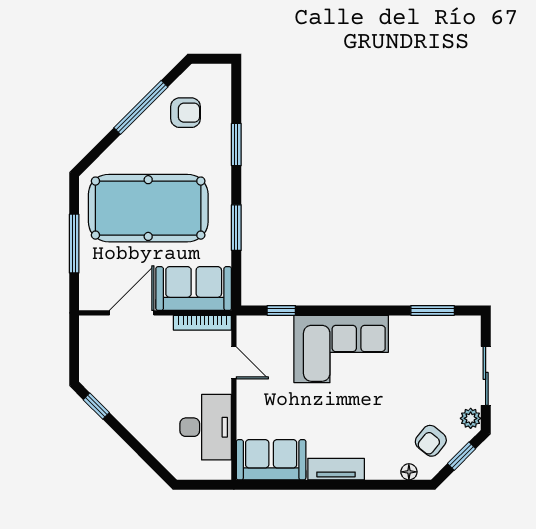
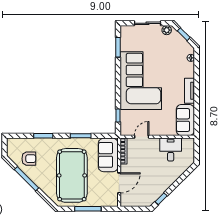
armchair: (185, 113) -> (29, 159), turned 90
door: (132, 313) -> (119, 183), swing flipped
corner sofa: (341, 349) -> (141, 81), width x1.36, depth x1.36
desk: (206, 427) -> (171, 149), width x0.73
armchair: (431, 441) -> (177, 48), removed

